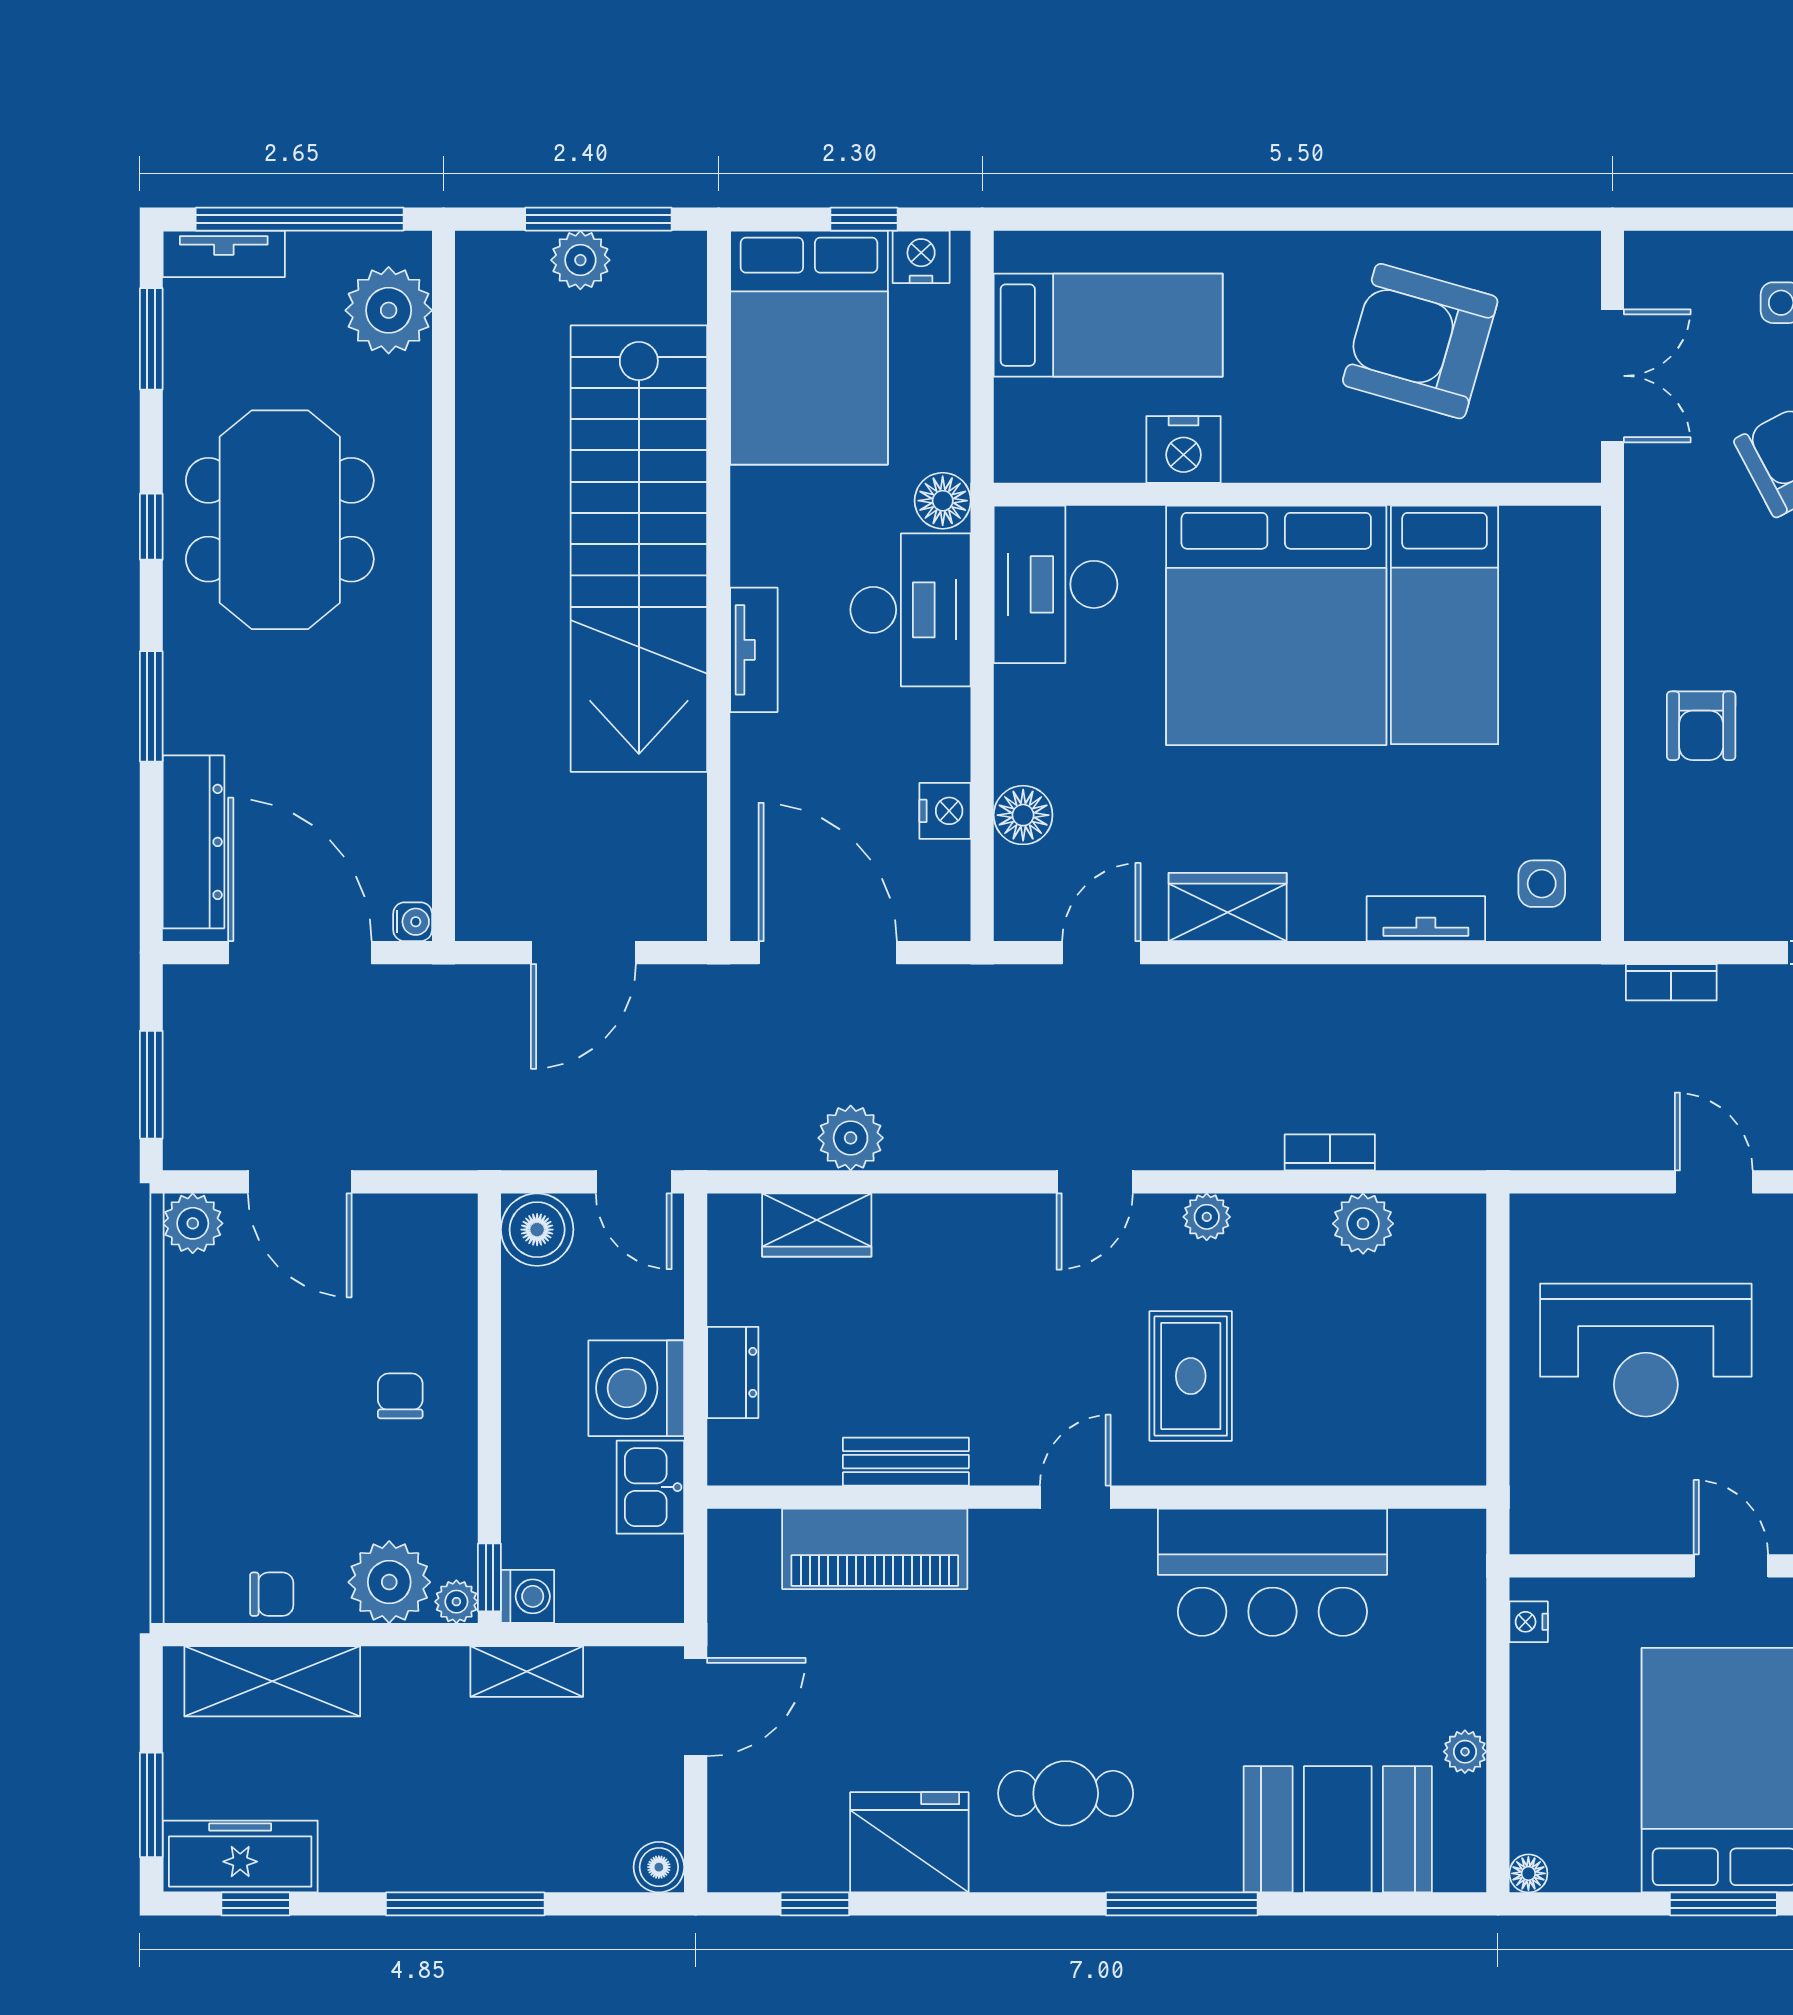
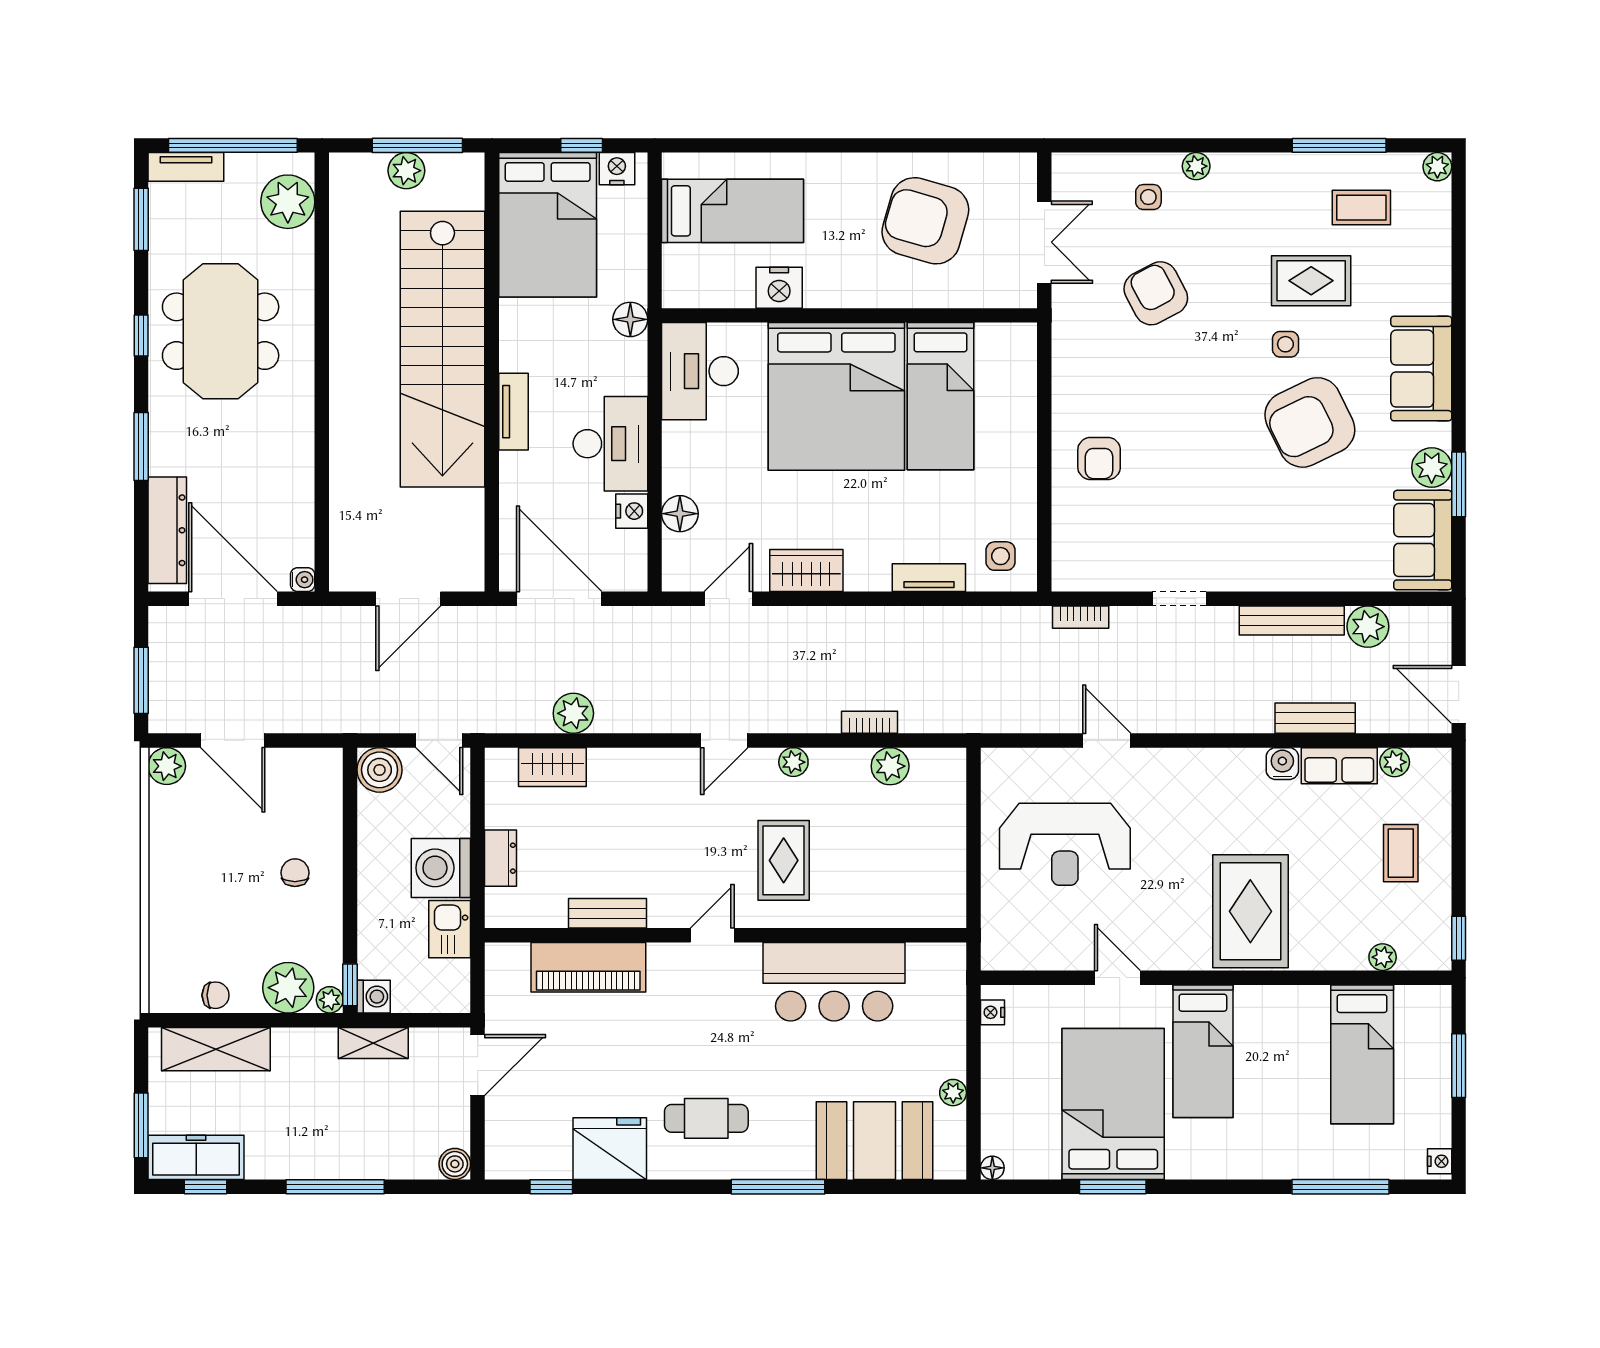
desk: (911, 610) -> (610, 444), moved

